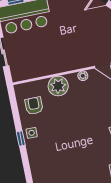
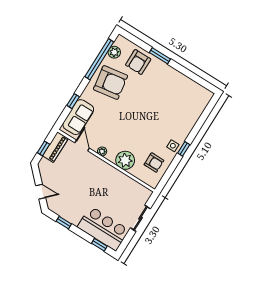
armchair: (34, 106) -> (154, 163), turned -90

